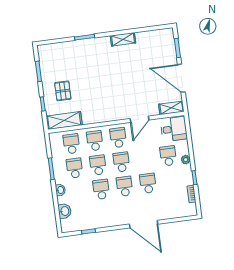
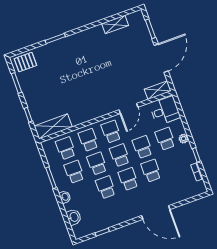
shelving: (123, 39) -> (115, 25), moved
door: (181, 78) -> (161, 58), swing flipped
pallet: (63, 91) -> (25, 62), moved, turned 90
school desk: (145, 159) -> (142, 147), added

